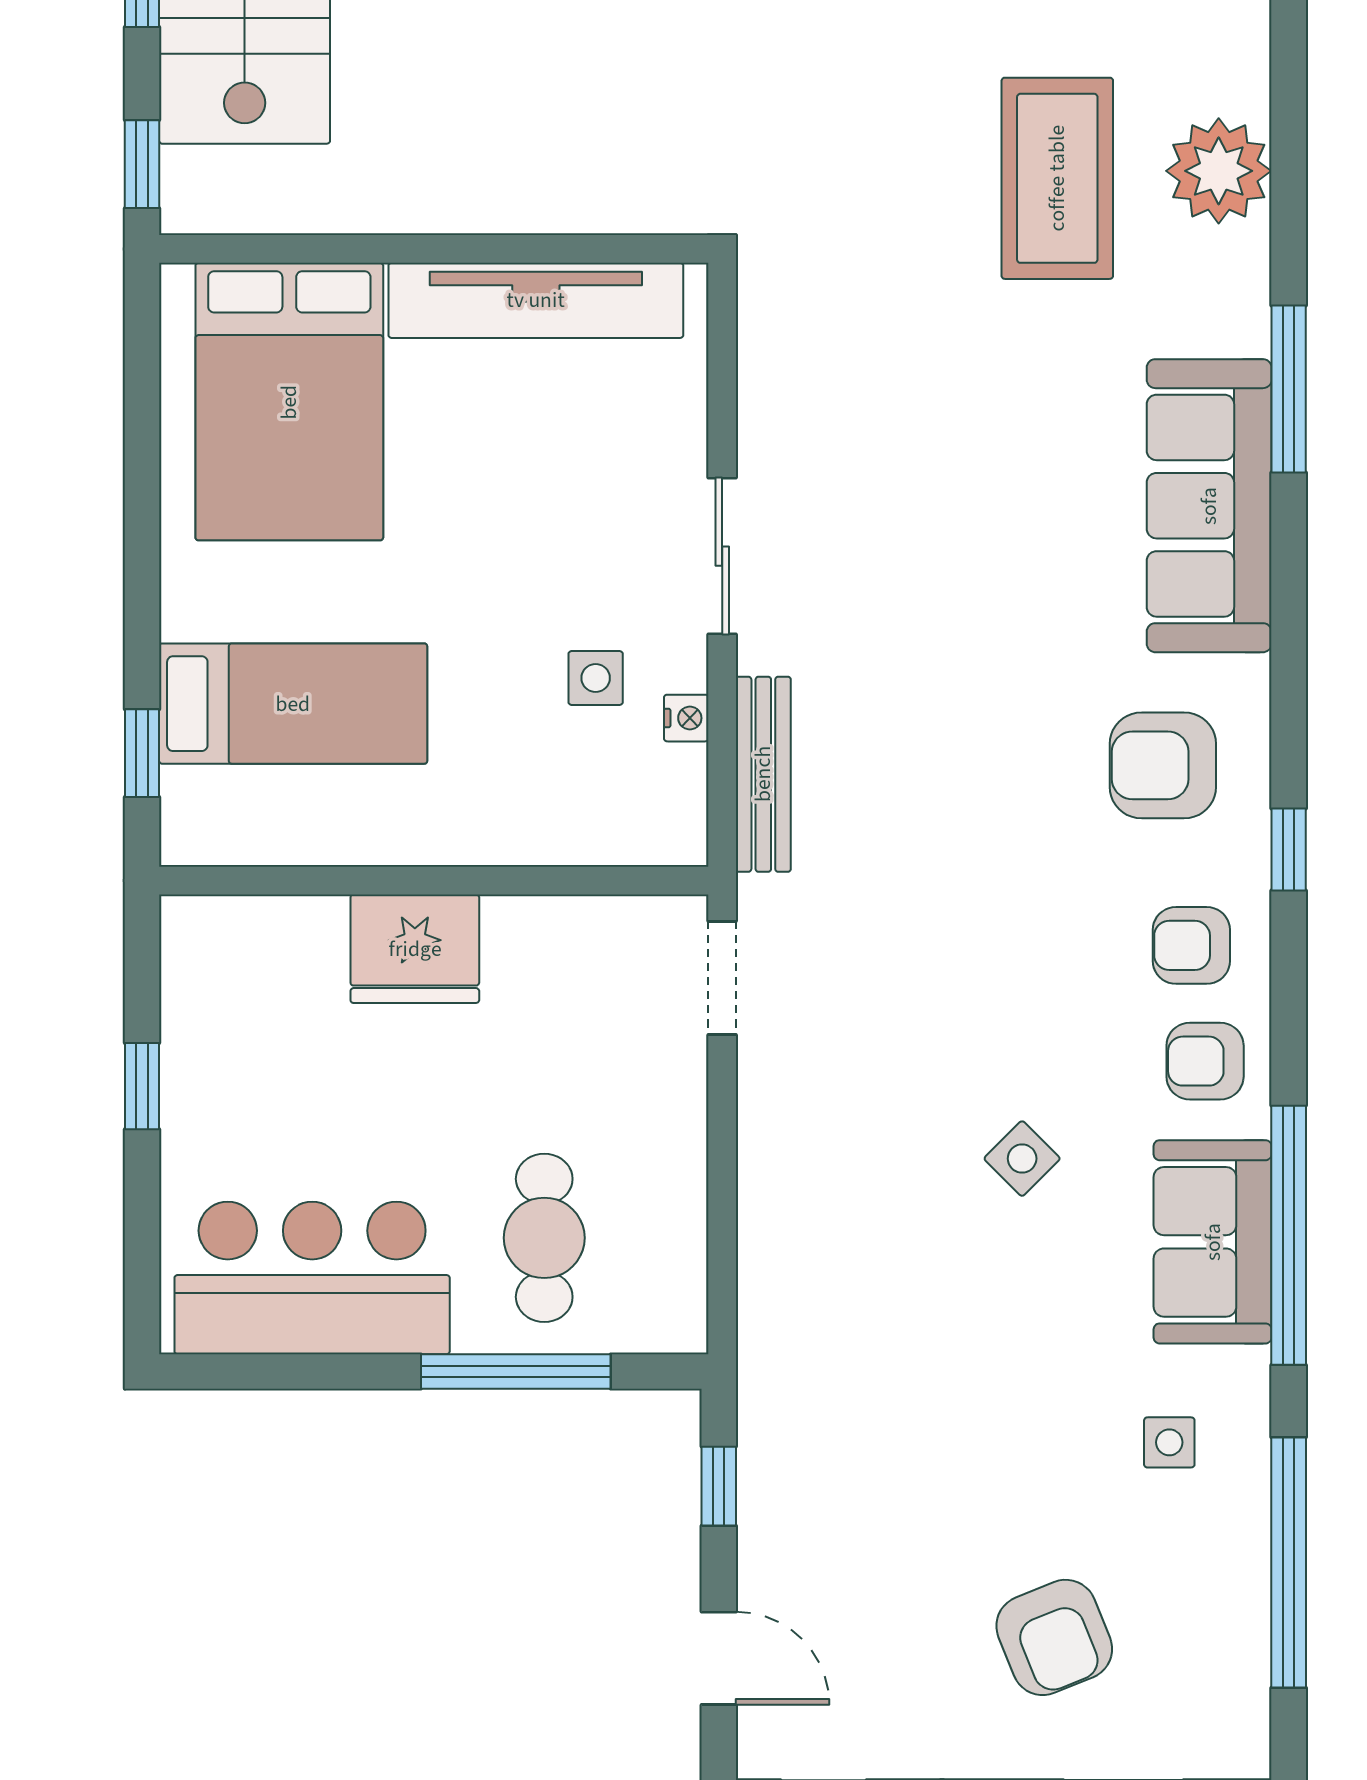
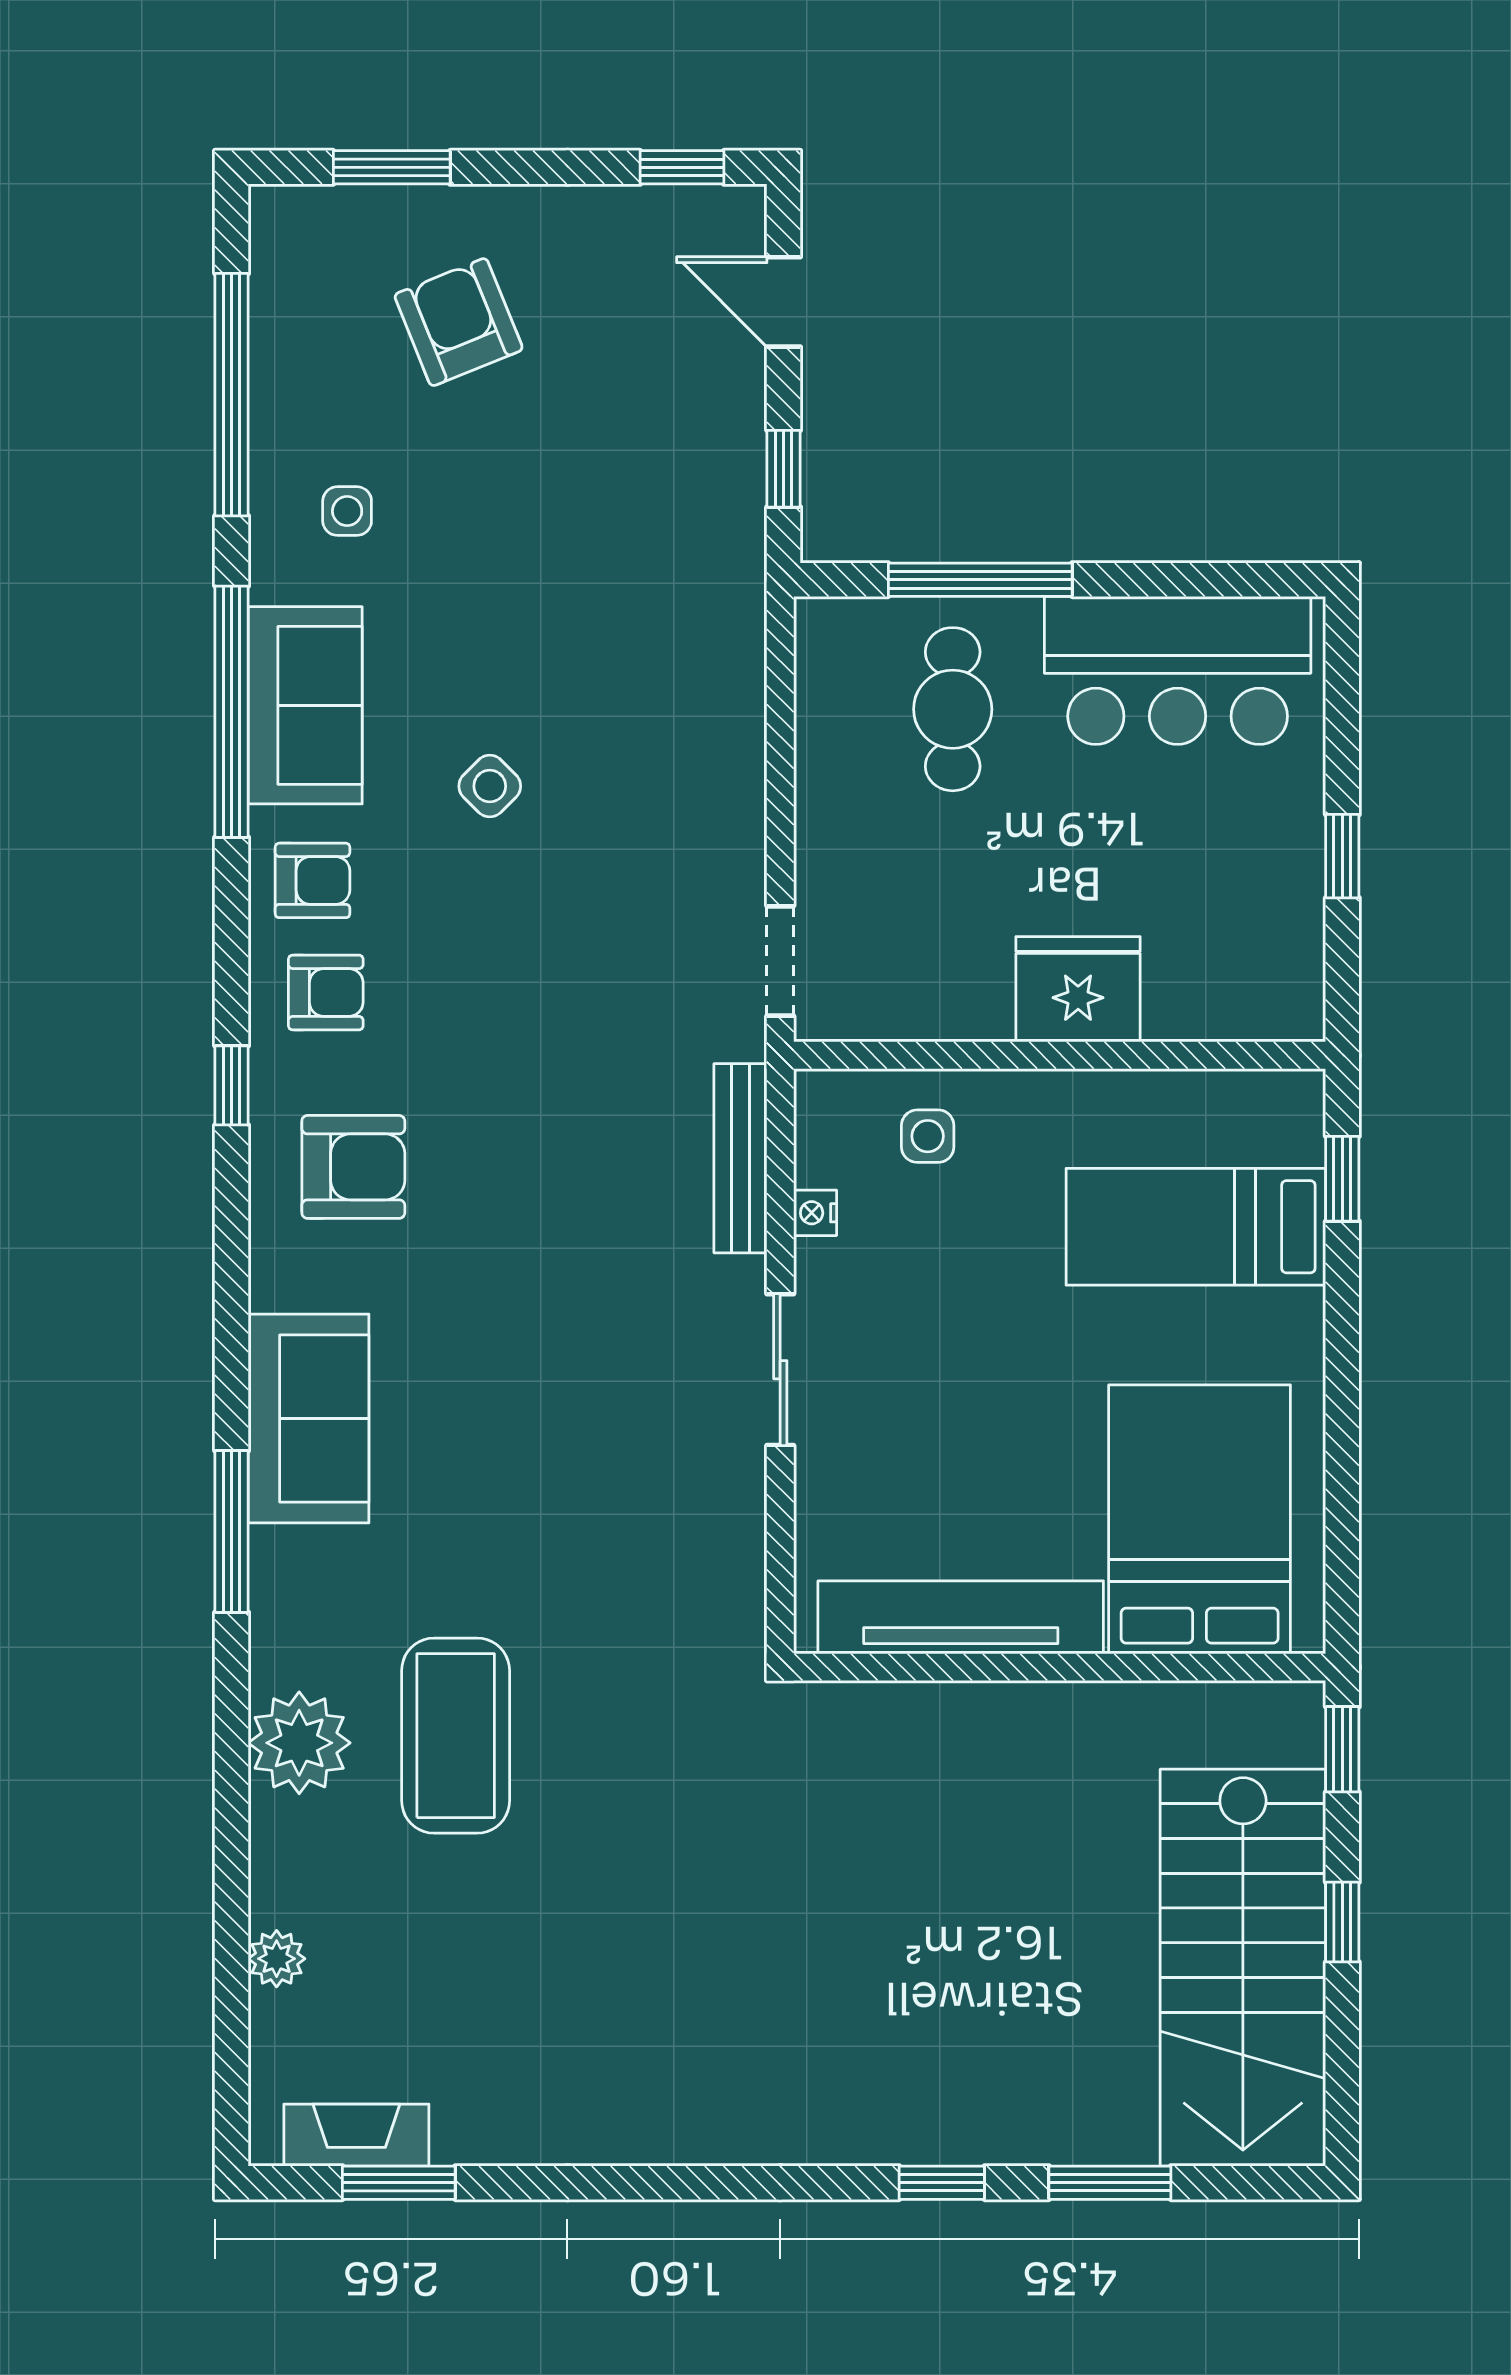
sofa: (1209, 506) -> (309, 1418), width x0.73
side table: (596, 678) -> (928, 1136), moved

